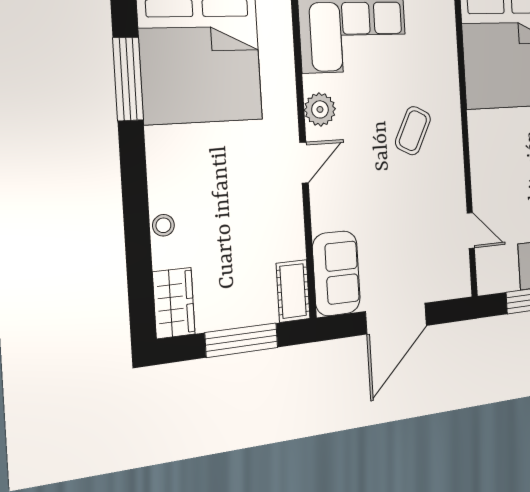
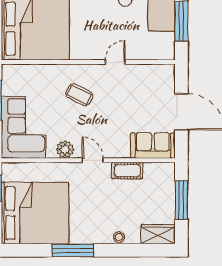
window: (128, 79) -> (73, 250), moved
door: (471, 231) -> (115, 62), moved
cot: (293, 291) -> (127, 171), moved

